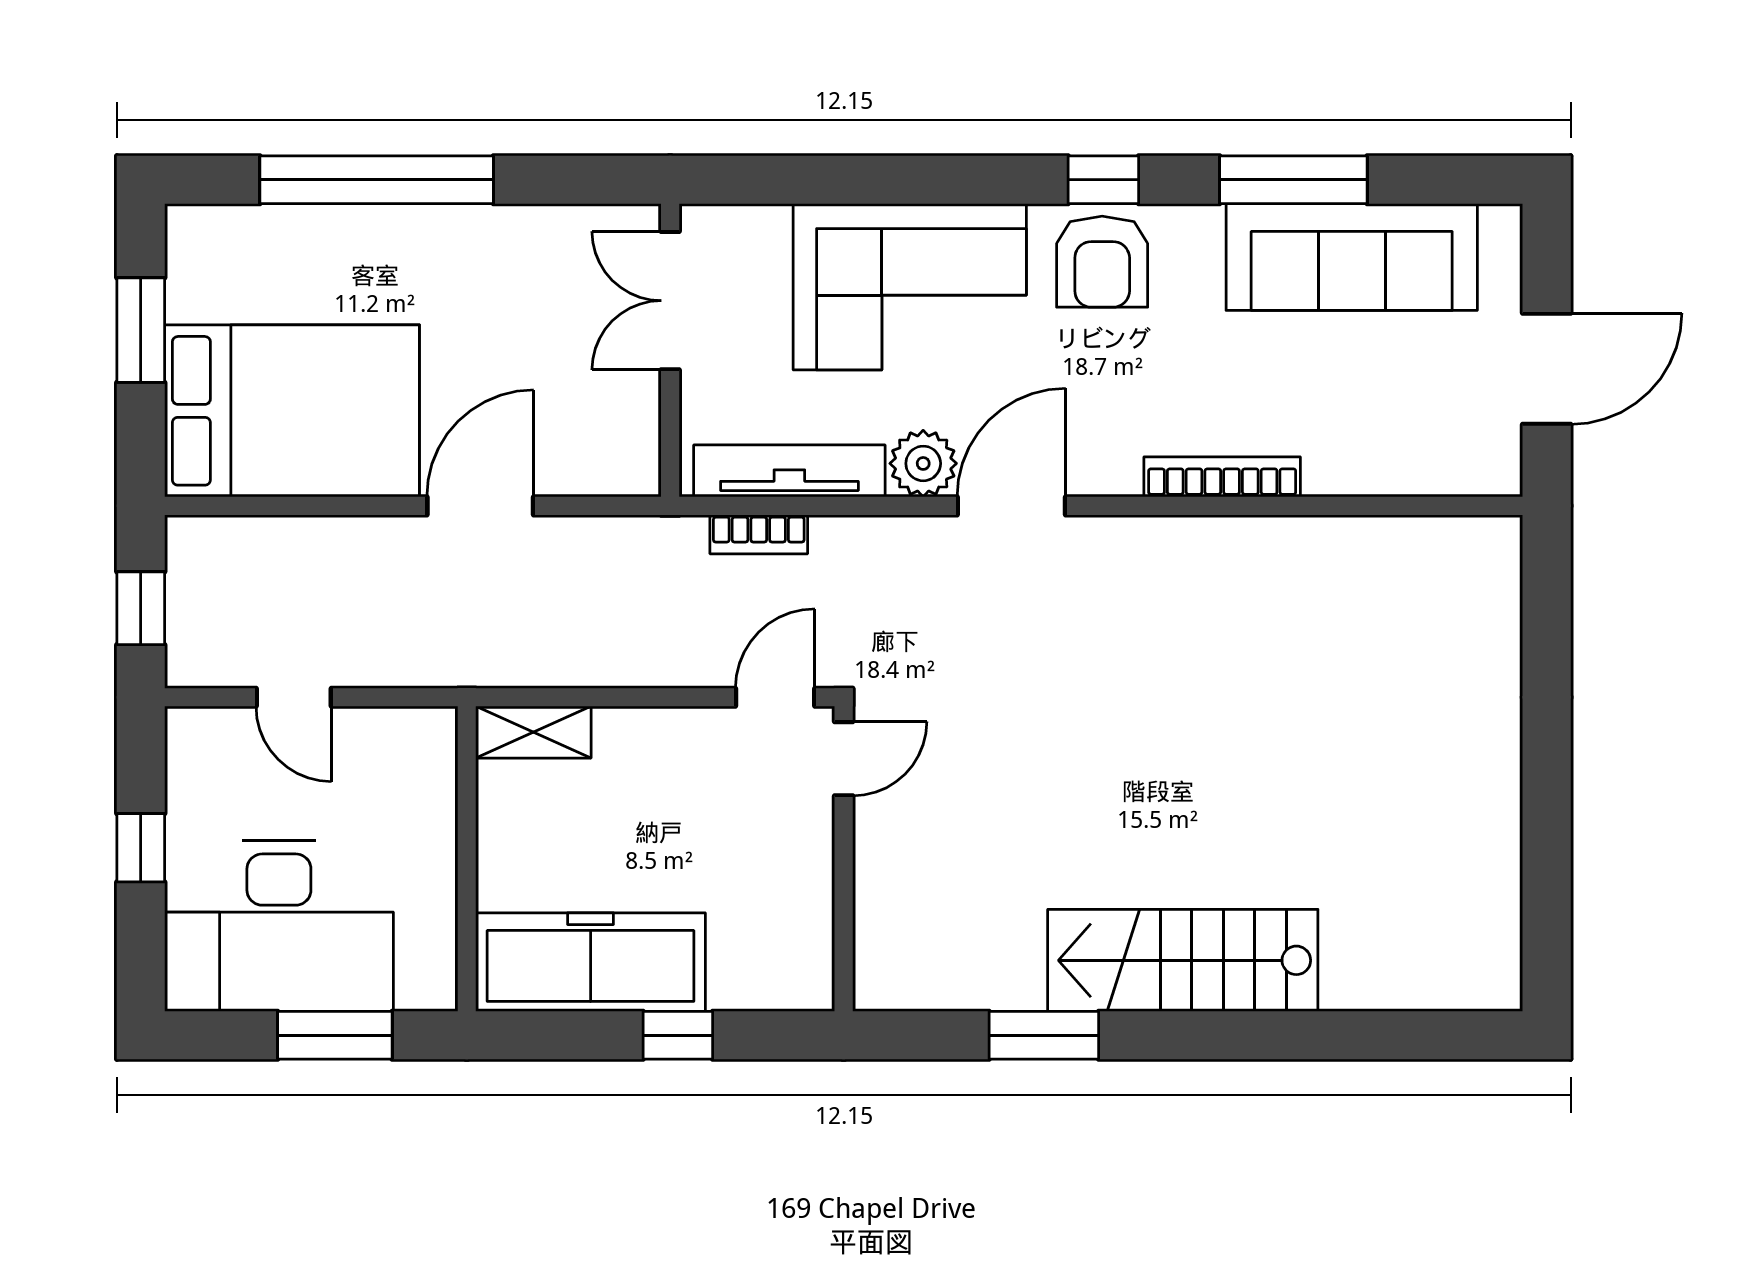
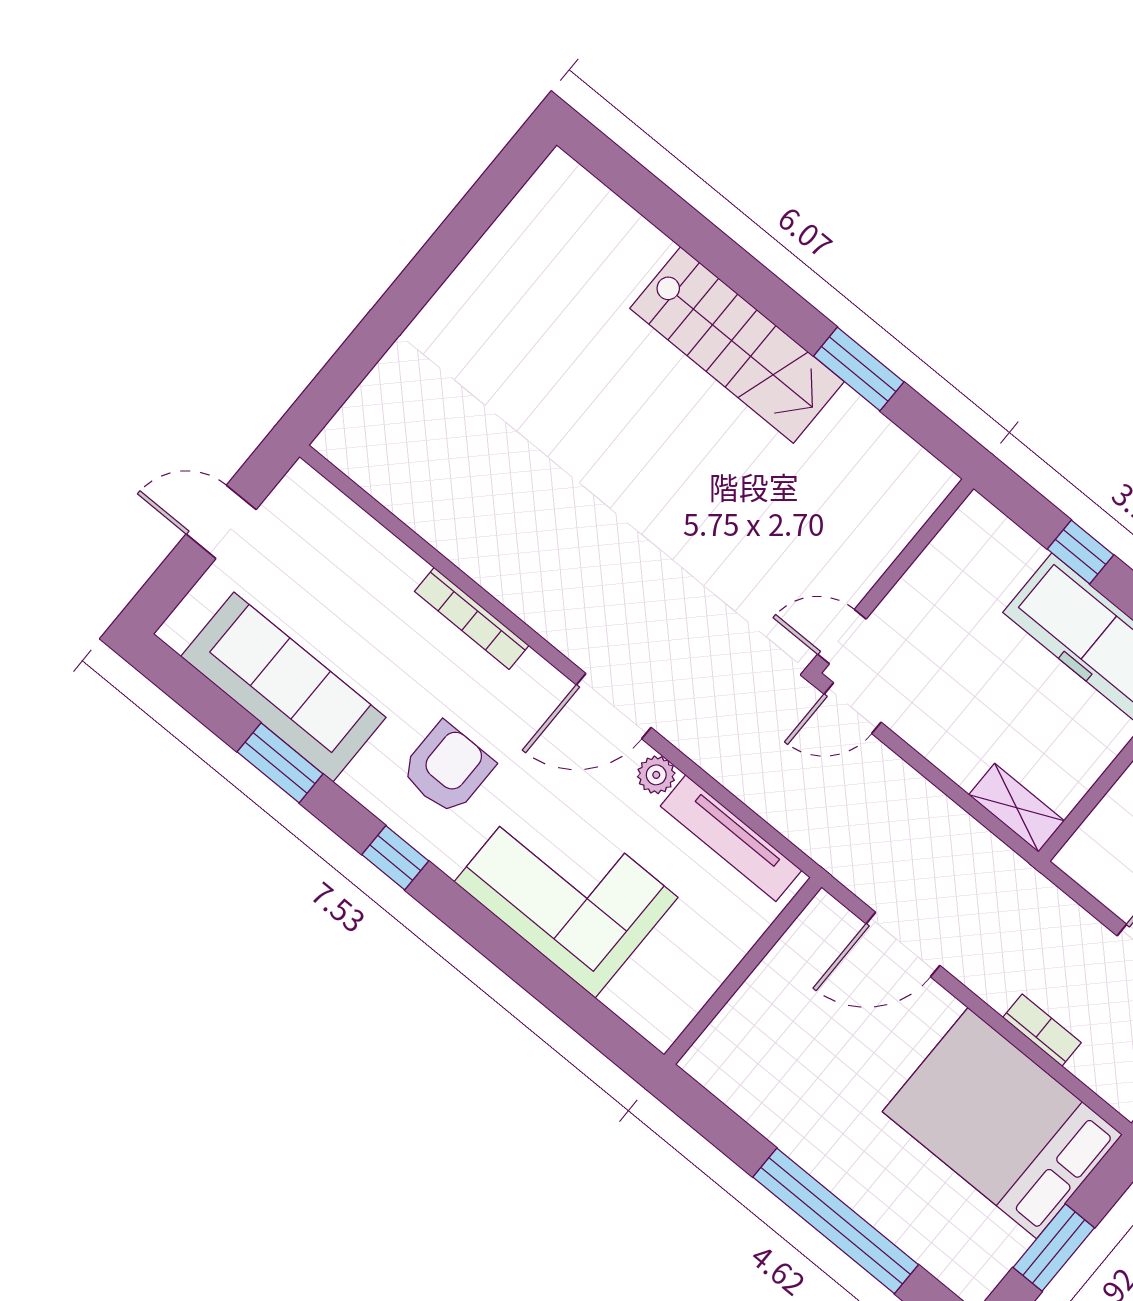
window: (1293, 180) -> (280, 763), width x0.69
armchair: (1102, 262) -> (447, 768), moved
double door: (670, 301) -> (718, 1001), removed
door: (1547, 369) -> (221, 522), width x0.73
plant: (923, 463) -> (656, 775), width x0.73, depth x0.73
door: (480, 506) -> (903, 945), moved
bookcase: (759, 534) -> (1042, 1030), moved

